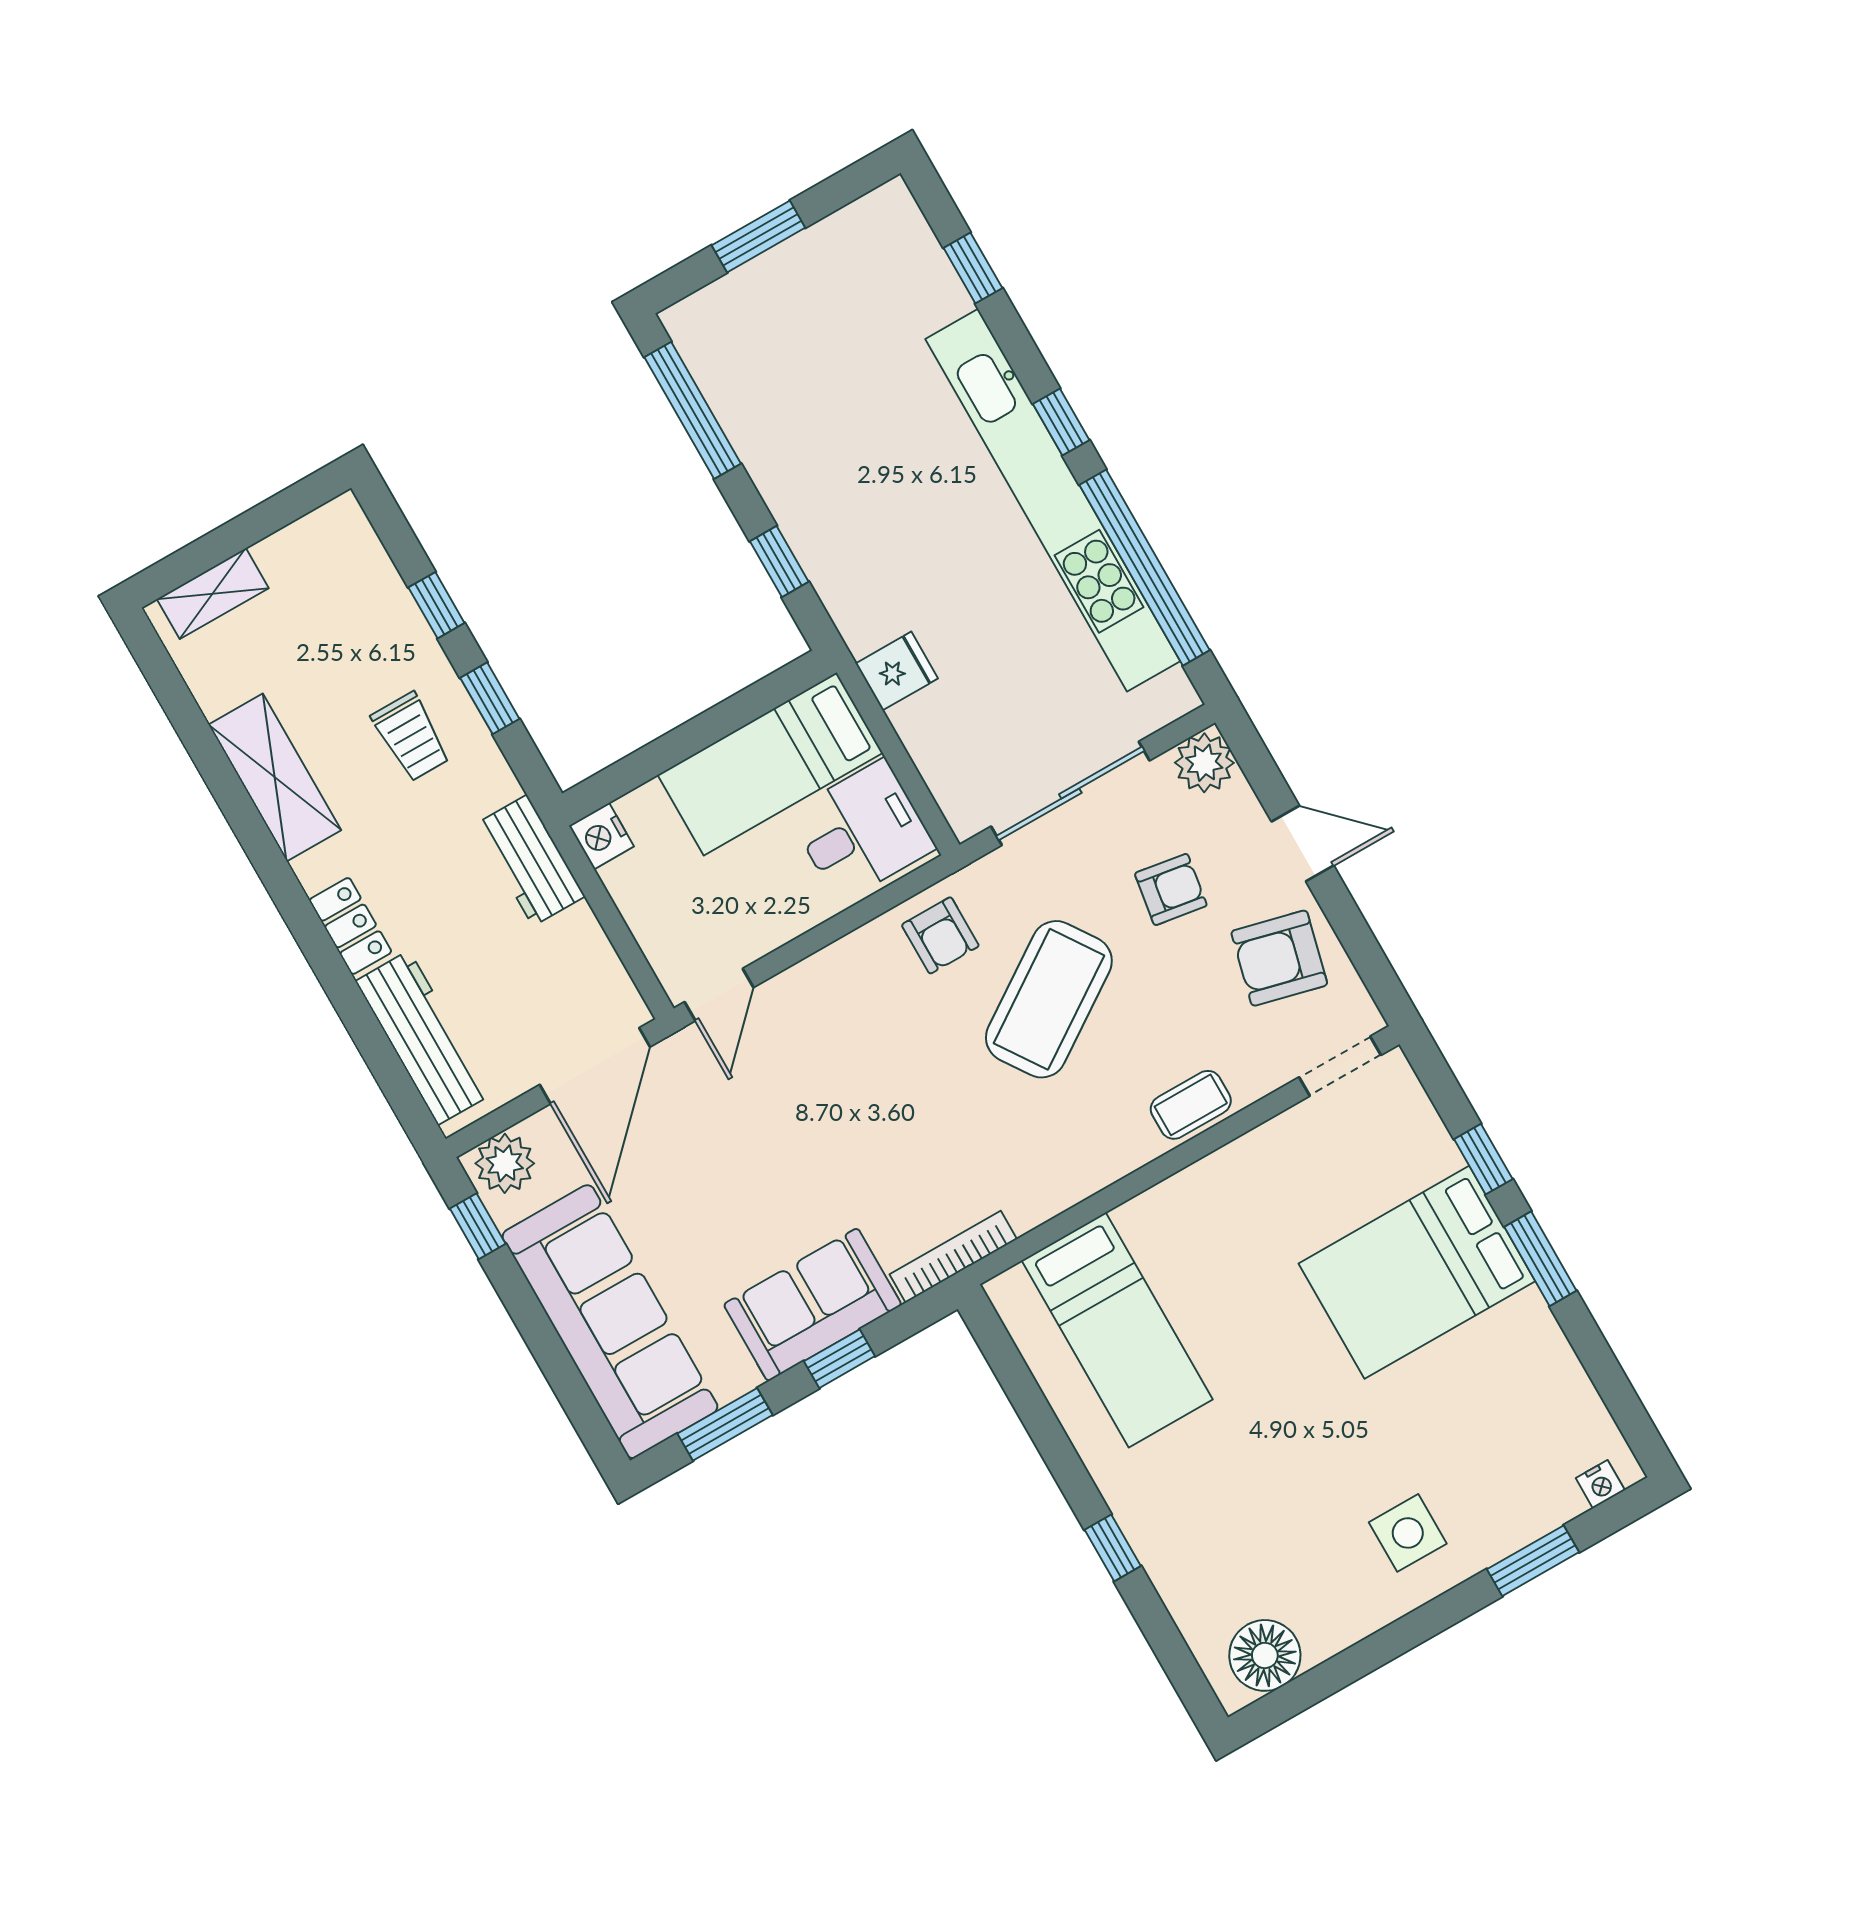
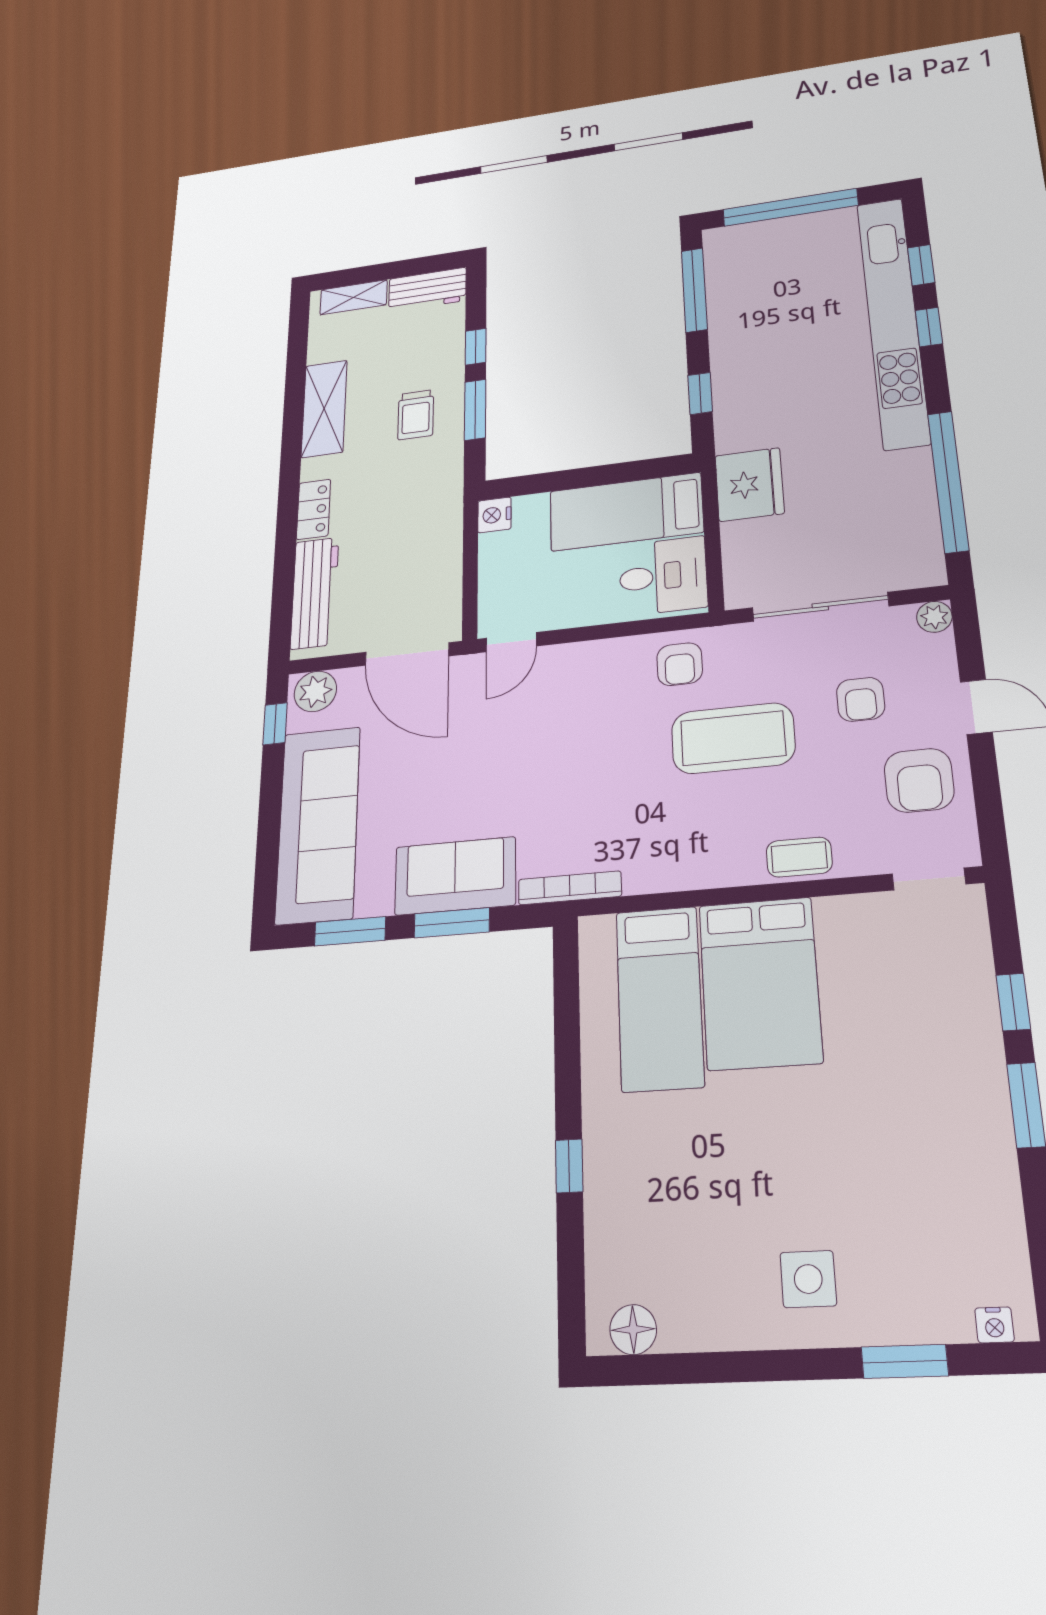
window: (758, 236) -> (790, 207), width x2.11
window: (1061, 422) -> (929, 327), moved
kitchen unit: (1053, 500) -> (893, 321), moved
fridge: (897, 671) -> (749, 484), width x1.88, depth x1.34
window: (490, 698) -> (475, 410), width x1.50
plant: (1204, 763) -> (934, 617), width x0.73, depth x0.73
workbench: (530, 860) -> (427, 290), moved, turned -90
armchair: (1171, 889) -> (861, 699), turned 81
armchair: (1279, 958) -> (919, 780), turned -104
coffee table: (1049, 999) -> (733, 738), turned 34
door: (595, 1066) -> (407, 654), hinge flipped
bed: (1417, 1272) -> (760, 983), moved, turned -90
window: (839, 1359) -> (452, 923), width x1.50
floor lamp: (1265, 1655) -> (633, 1330), width x0.73, depth x0.73

